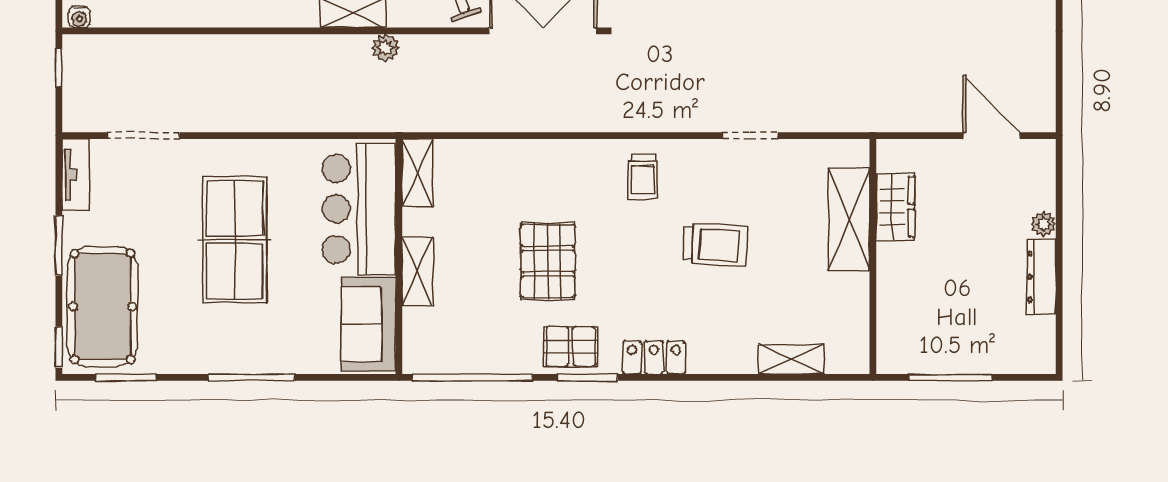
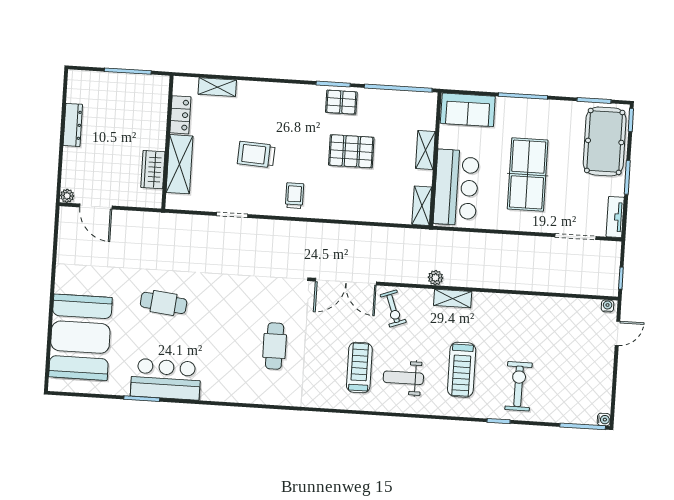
plant: (1044, 224) -> (67, 196), moved
pallet: (548, 261) -> (351, 151), turned 90
sofa: (368, 324) -> (468, 110), moved, turned 90
locker: (654, 358) -> (180, 115), moved, turned -90

